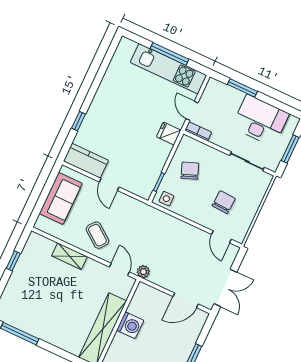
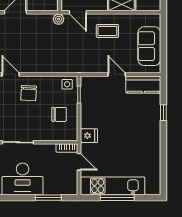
chair: (190, 171) -> (59, 114), turned -69
chair: (224, 202) -> (29, 93), moved
coffee table: (97, 235) -> (107, 31), turned -37

